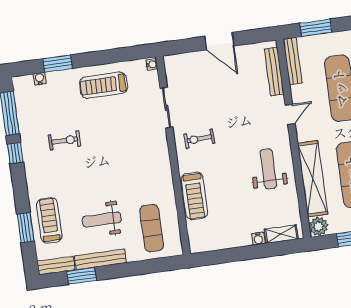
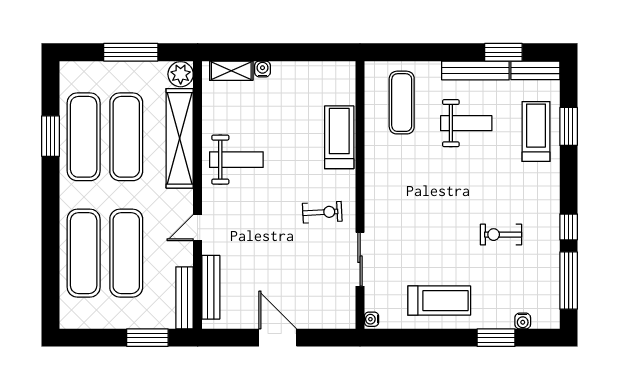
weight bench: (268, 169) -> (236, 160), turned -90
treadmill: (49, 220) -> (536, 132), turned 180

